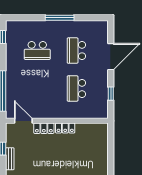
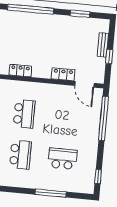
window: (60, 18) -> (51, 193), moved
locker: (65, 128) -> (20, 71), moved

